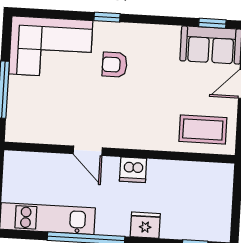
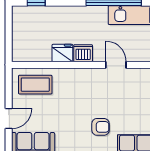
fridge: (145, 225) -> (62, 53), moved, turned 180

